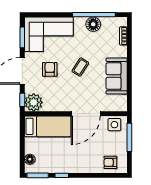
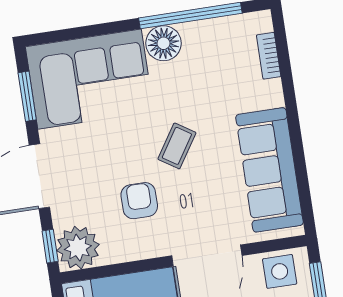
floor lamp: (93, 24) -> (164, 43), moved
armchair: (50, 69) -> (139, 201), moved
sofa: (117, 76) -> (270, 170), width x1.36

